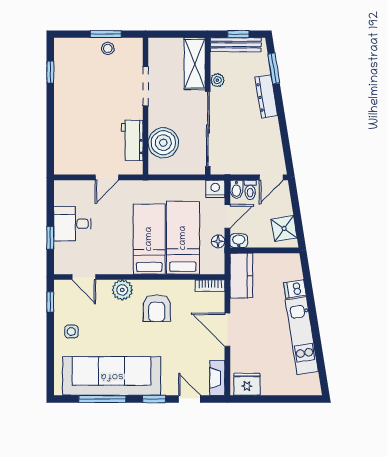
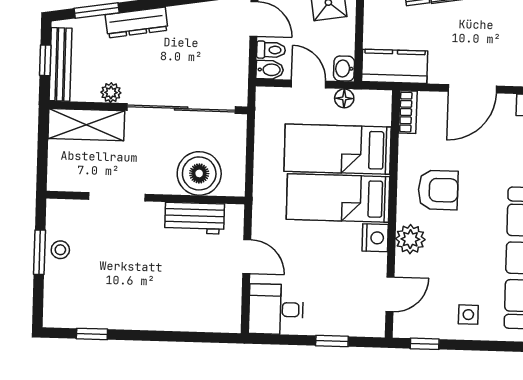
nightstand: (215, 189) -> (375, 238), moved, turned 180
desk: (72, 224) -> (276, 309), moved, turned 90

